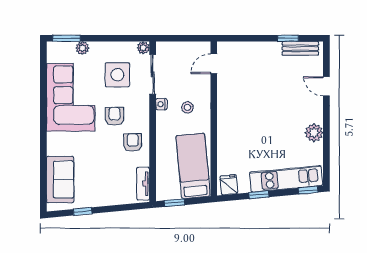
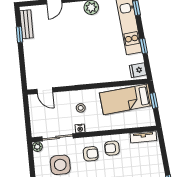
armchair: (115, 116) -> (91, 154), moved, turned 180
window: (175, 203) -> (154, 101), moved

